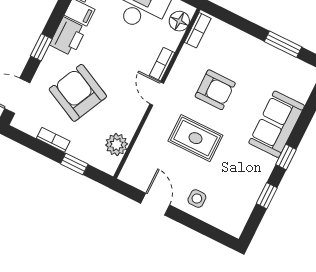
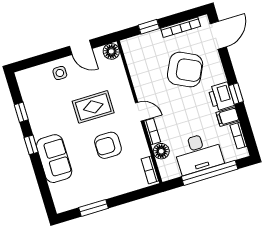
floor lamp: (179, 21) -> (161, 151), moved
window: (41, 47) -> (236, 94), moved
bookcase: (53, 140) -> (181, 27), width x1.56
plant: (117, 145) -> (135, 61), removed
floor lamp: (130, 174) -> (111, 51), added

